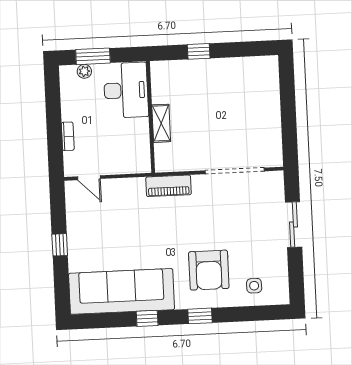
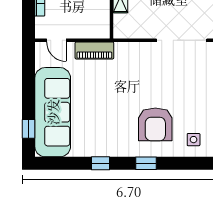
piano: (169, 186) -> (94, 50), moved
window: (60, 245) -> (28, 129), moved
sofa: (122, 291) -> (53, 112), moved, turned 90

